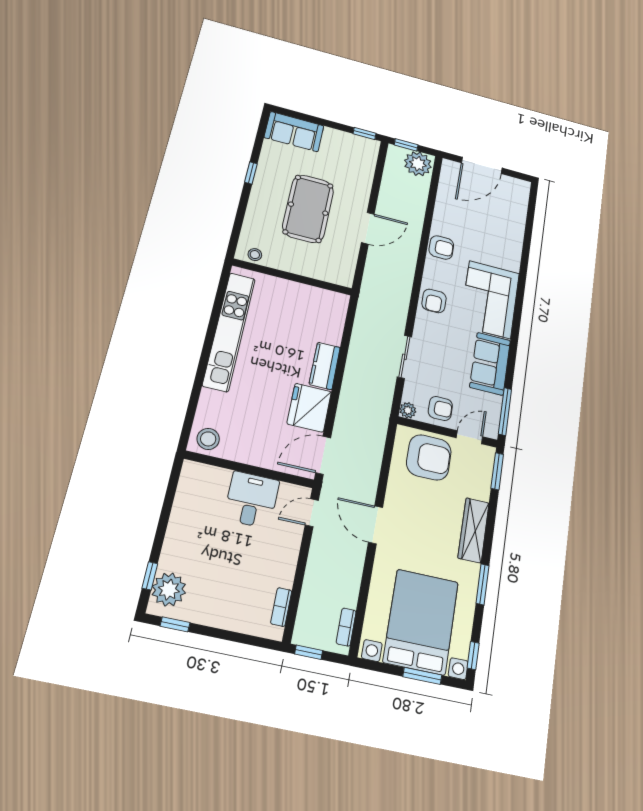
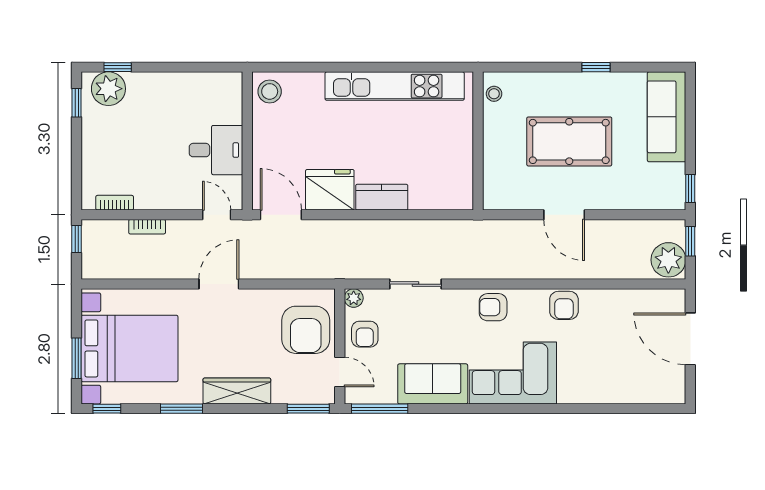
sofa: (294, 132) -> (667, 117), width x1.36
bookcase: (346, 627) -> (147, 227), moved, turned 180

